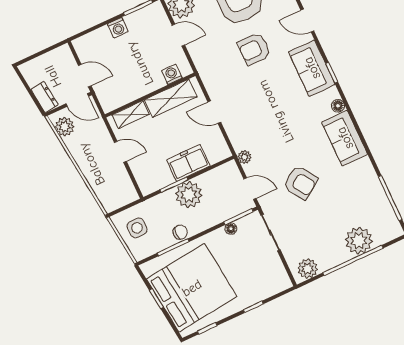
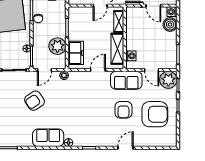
washing machine: (118, 28) -> (172, 12), moved
door: (178, 35) -> (152, 70), hinge flipped
boiler: (101, 39) -> (170, 25), added
armchair: (254, 49) -> (123, 110), turned 180
sofa: (312, 68) -> (126, 80), moved, turned 180
door: (85, 76) -> (153, 6), hinge flipped
freezer: (188, 163) -> (76, 53), moved
plant: (189, 195) -> (57, 46), moved

